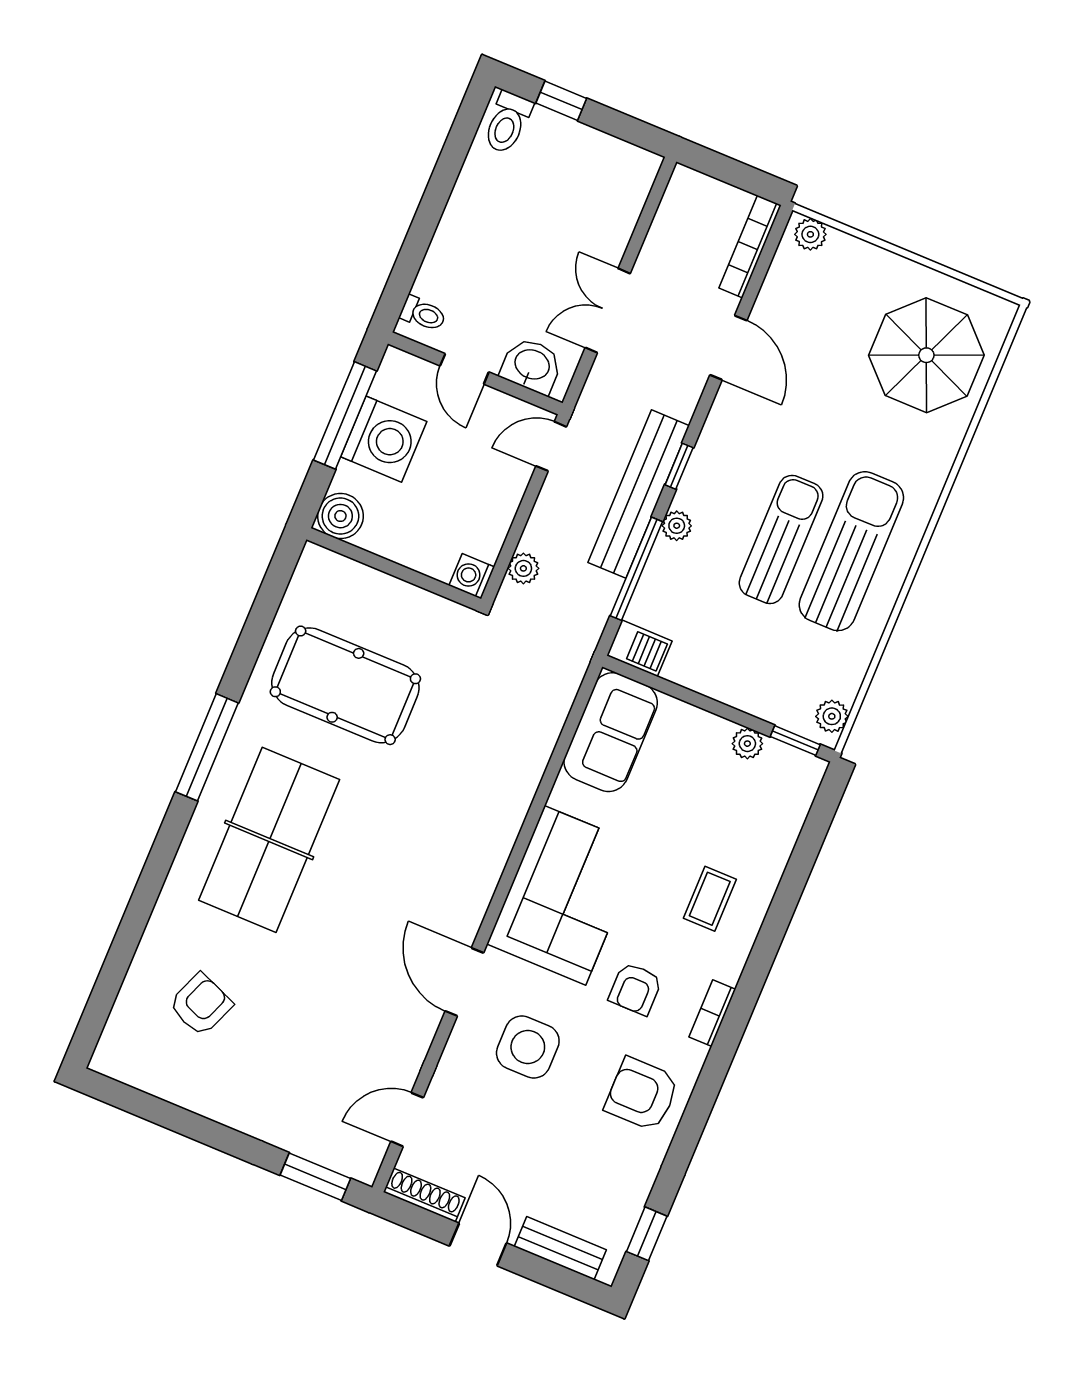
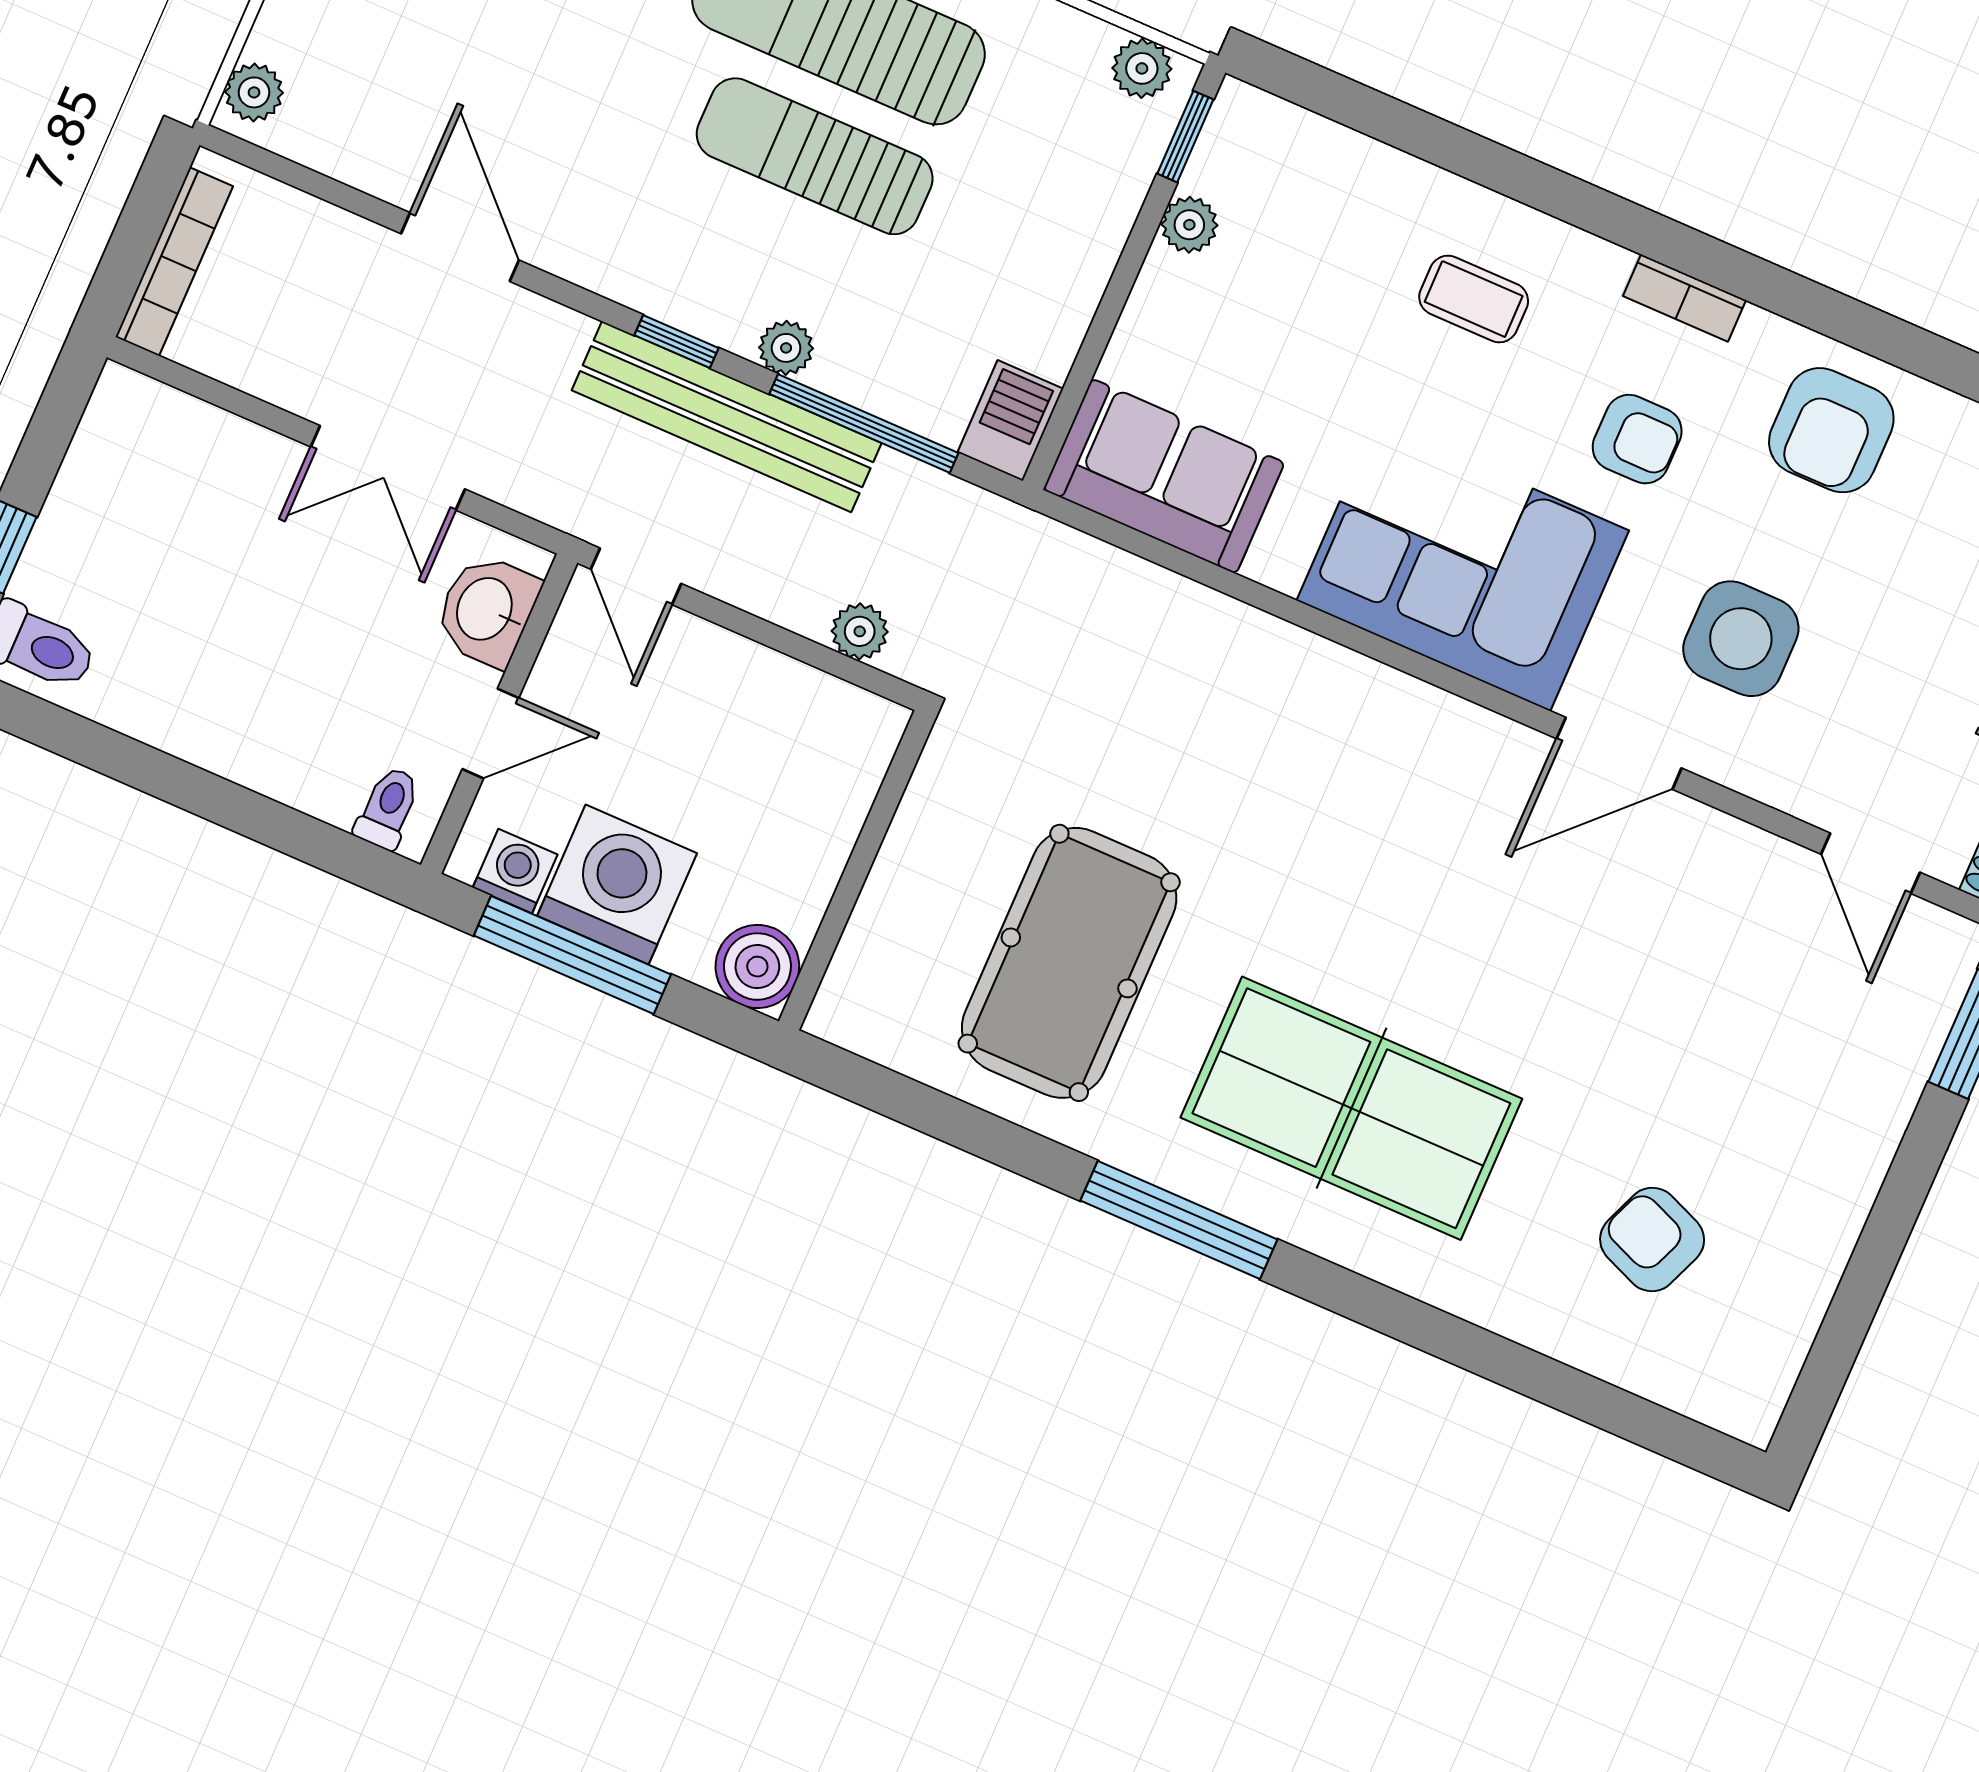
bookcase: (750, 247) -> (174, 262), moved, turned -90
door: (728, 348) -> (460, 247), hinge flipped
washing machine: (472, 576) -> (515, 871), moved, turned 180

